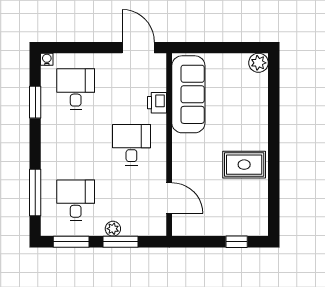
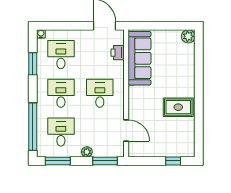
printer: (157, 103) -> (118, 53), moved
desk: (76, 145) -> (61, 93), added
window: (35, 192) -> (33, 127), width x1.46
window: (121, 242) -> (105, 161), moved

